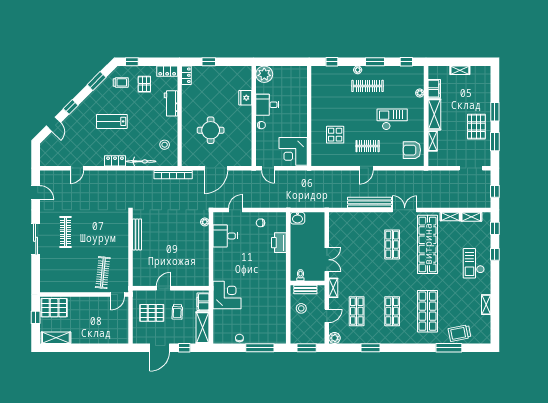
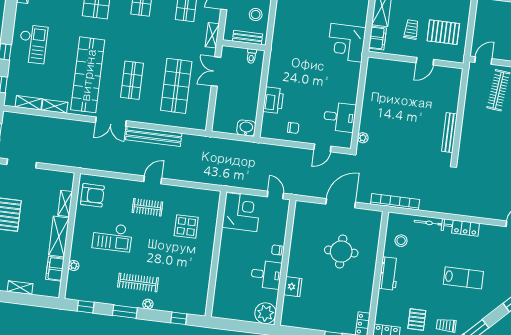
workbench: (171, 103) -> (389, 273), moved
shop shelf: (357, 244) -> (176, 86), added

